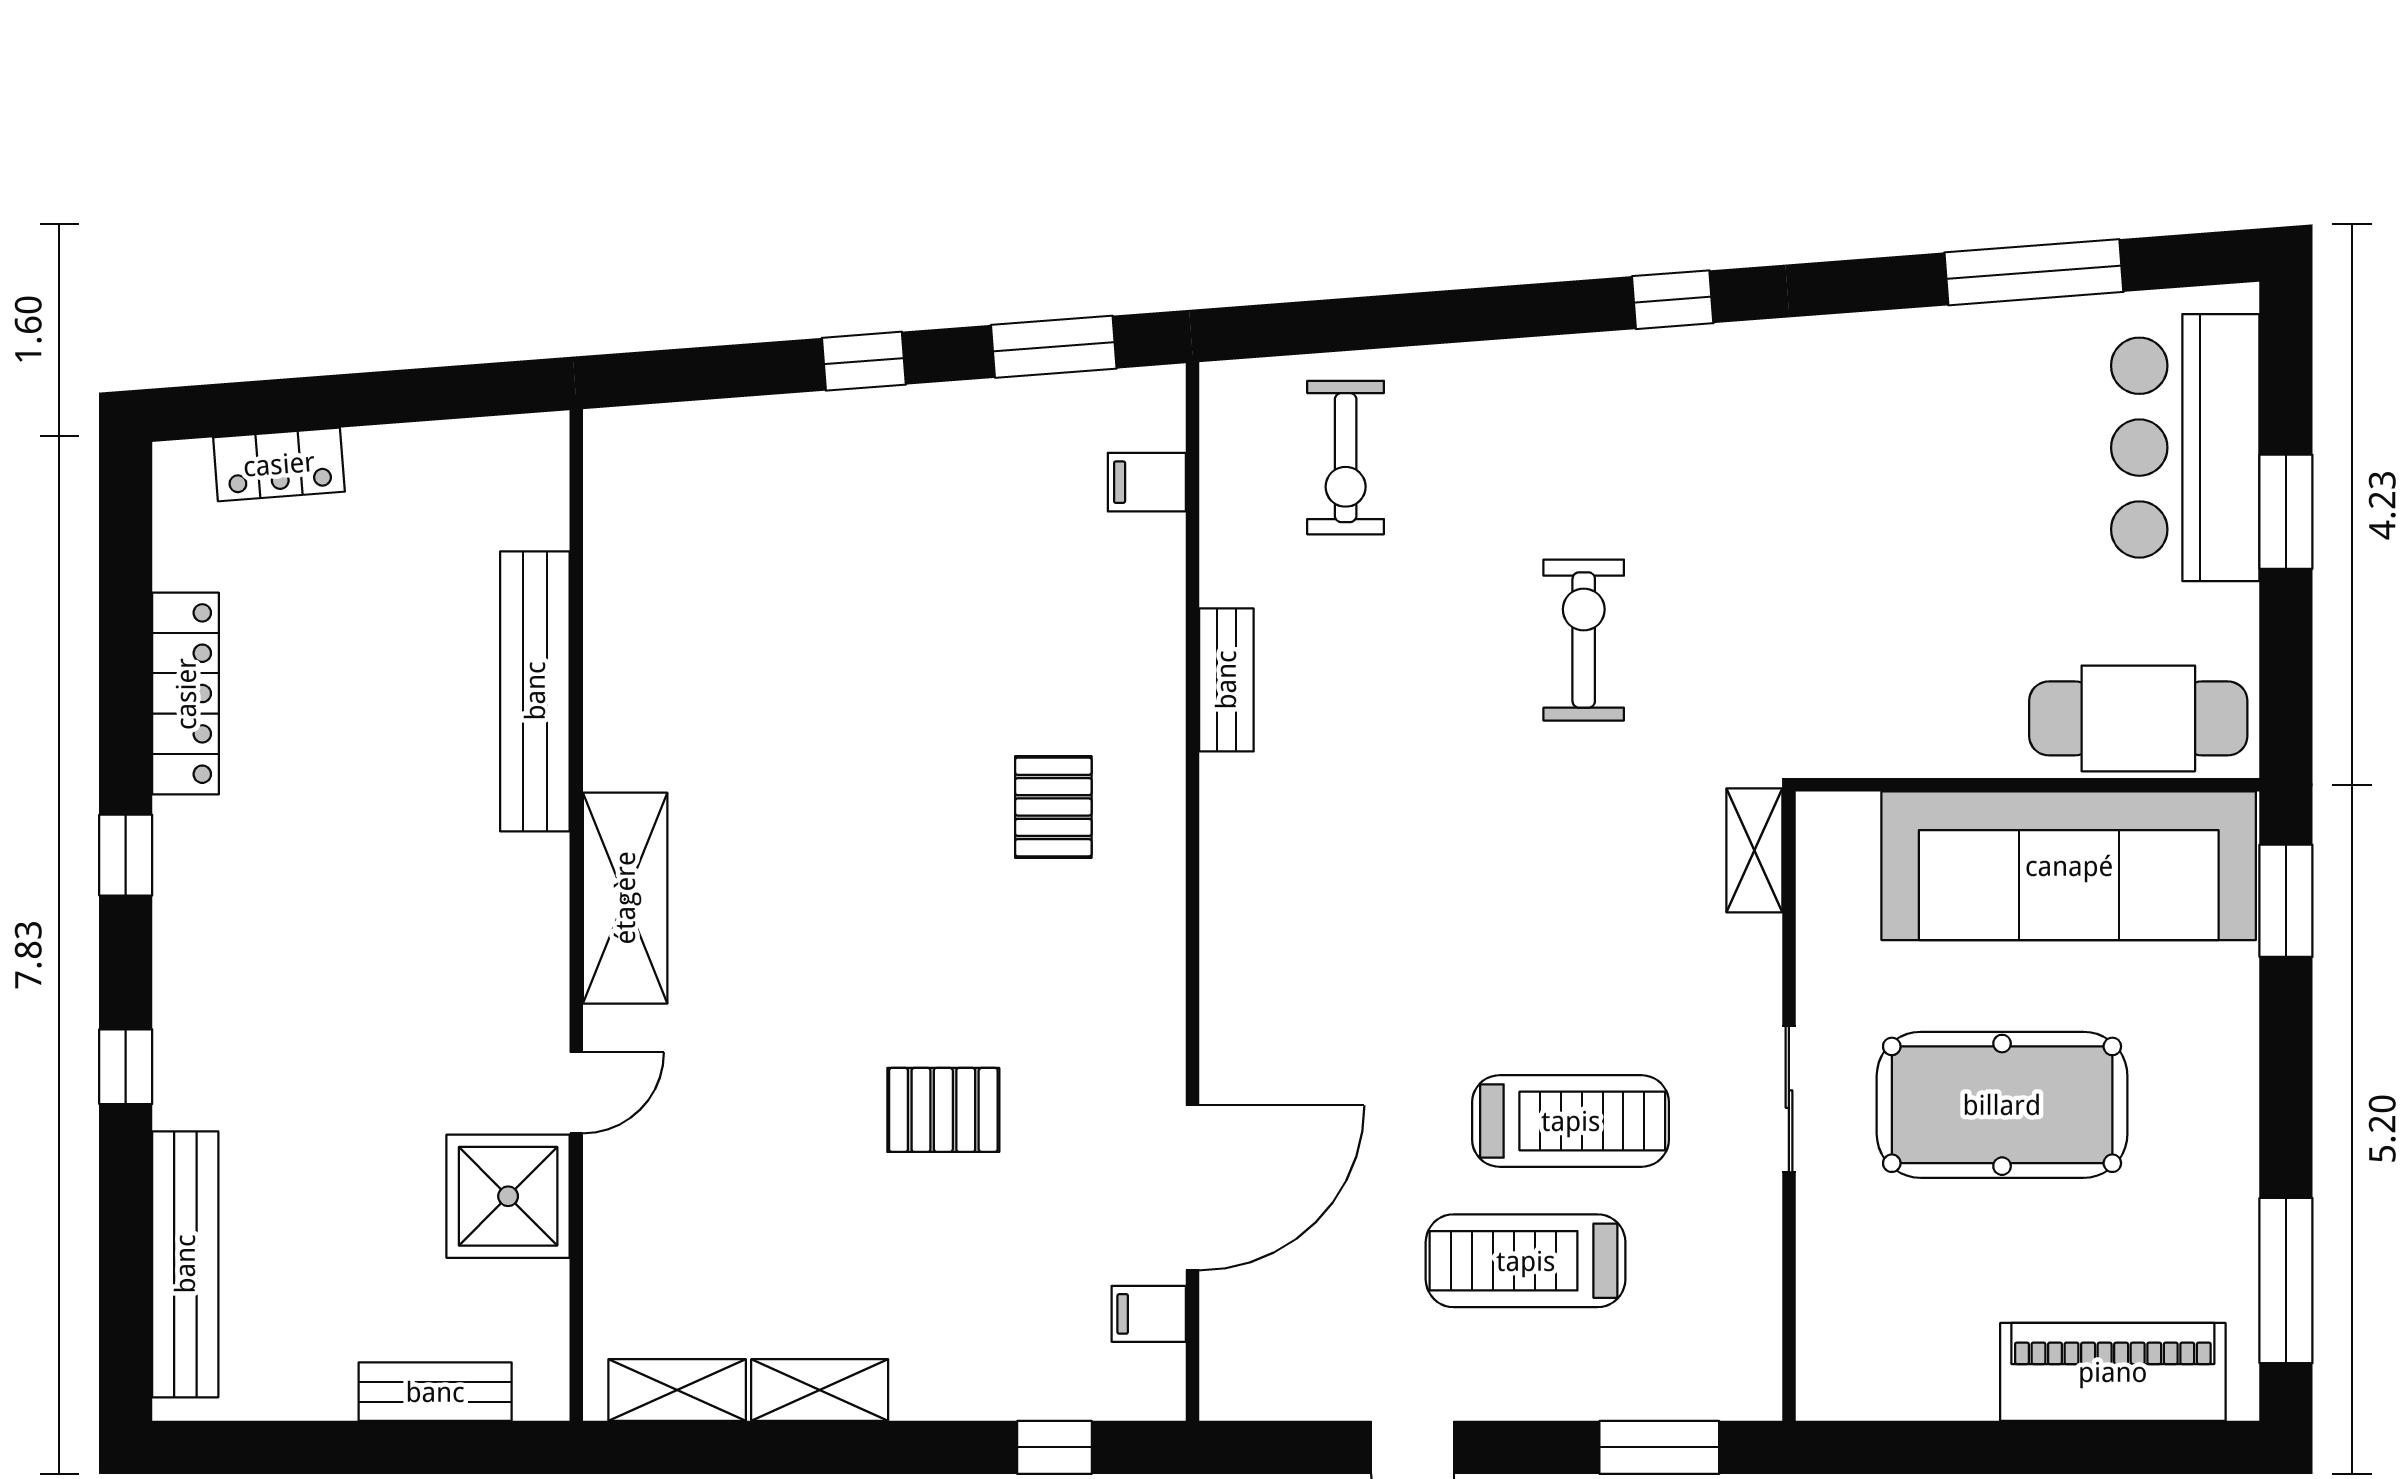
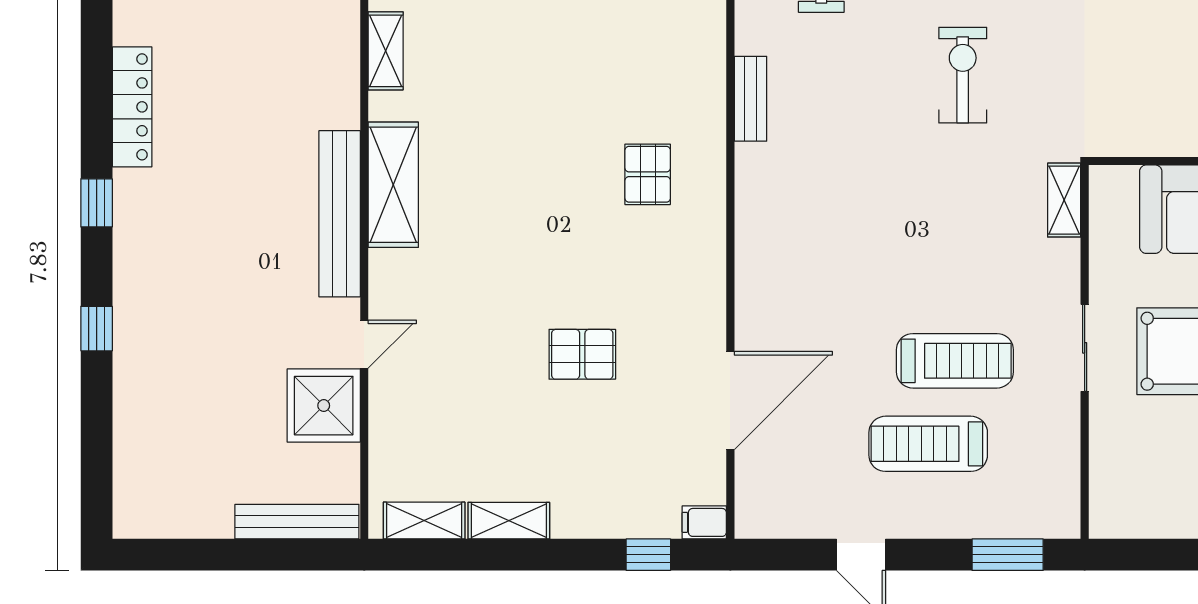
shelving: (612, 599) -> (386, 51), added
bench: (535, 691) -> (340, 214), moved
shelving: (625, 898) -> (393, 185), moved
bench: (185, 1264) -> (132, 446), removed
filing cabinet: (1149, 1314) -> (704, 522), moved
bench: (435, 1392) -> (297, 522), width x1.36

